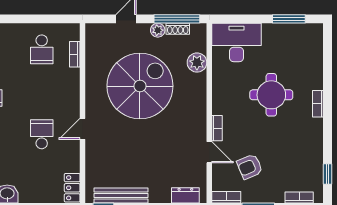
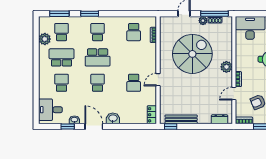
plant: (197, 63) -> (226, 67), moved
school desk: (42, 134) -> (134, 83), turned 180
door: (209, 152) -> (234, 94), swing flipped

